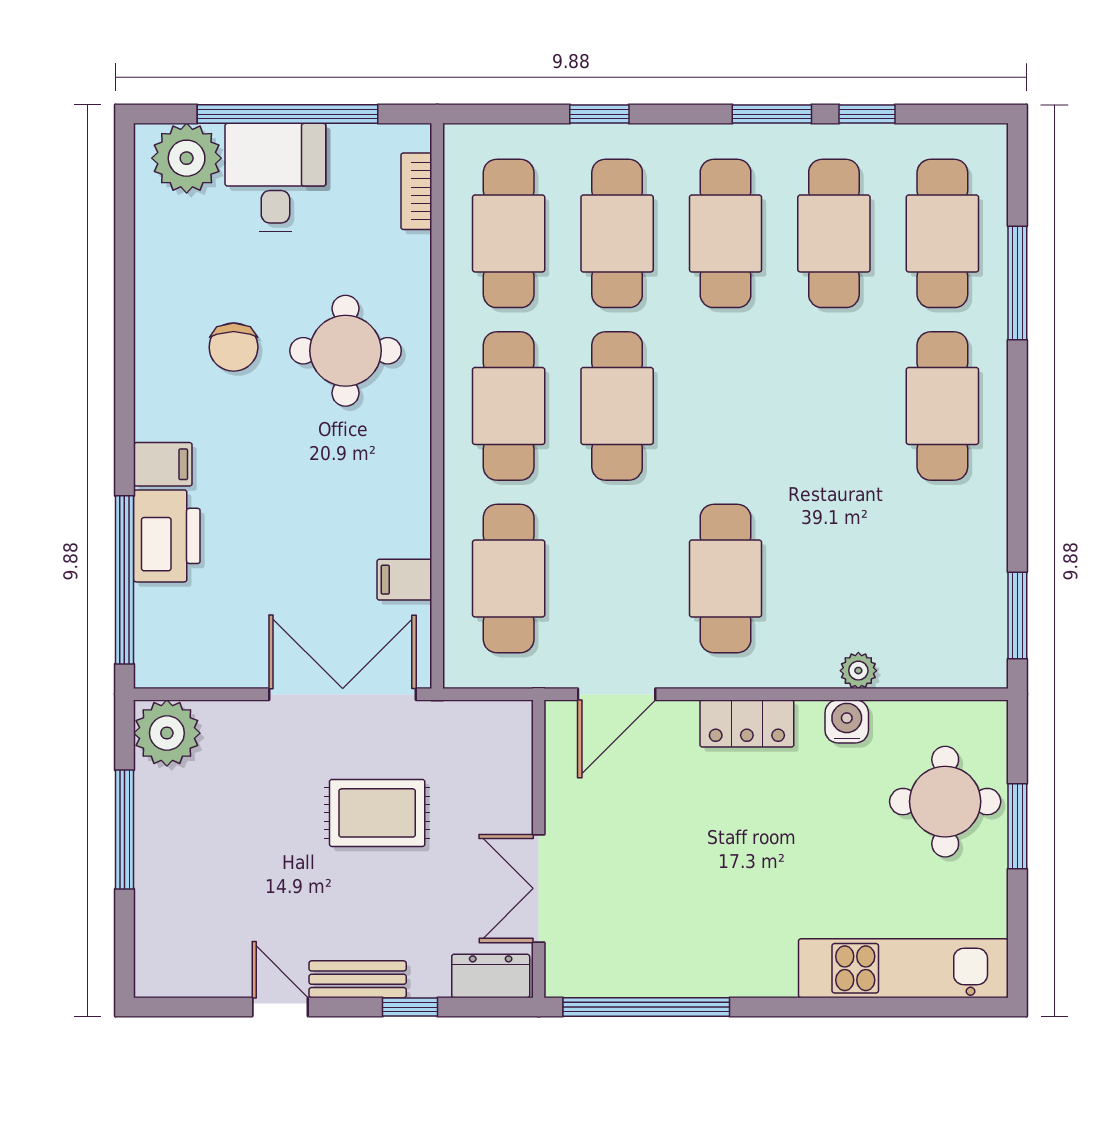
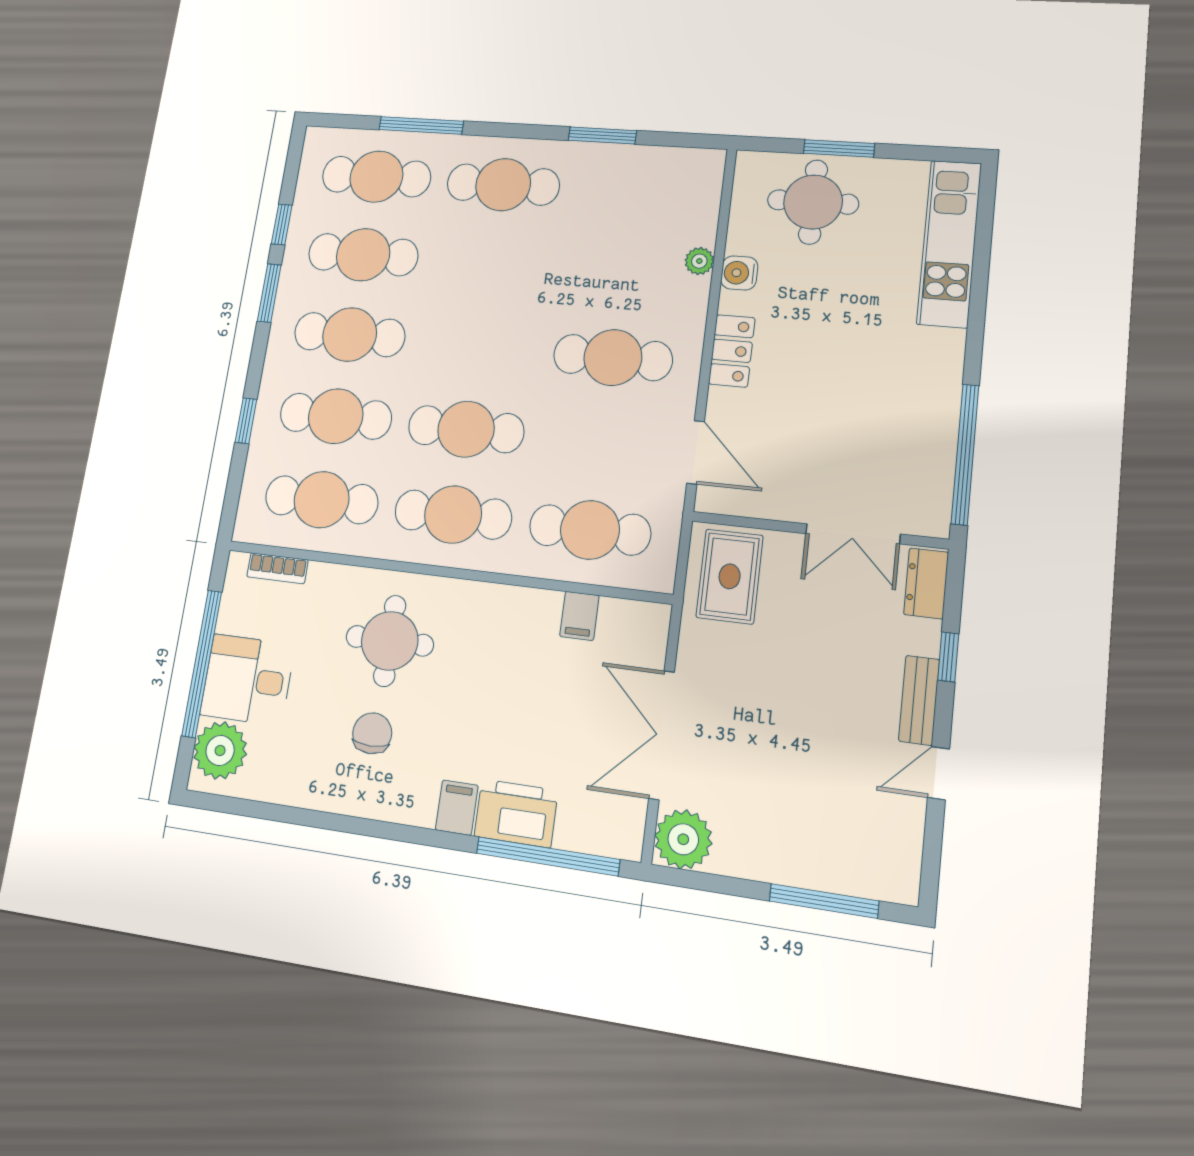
chair: (234, 347) -> (372, 733), turned -90
window: (1017, 615) -> (602, 135), moved
double door: (343, 694) -> (662, 735), moved
rug: (377, 813) -> (730, 576), moved
window: (124, 830) -> (824, 901), moved

